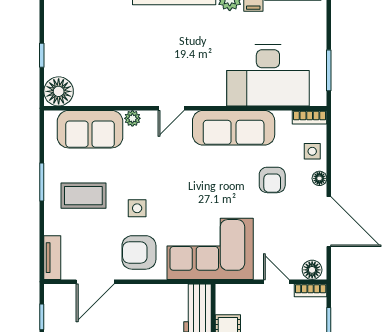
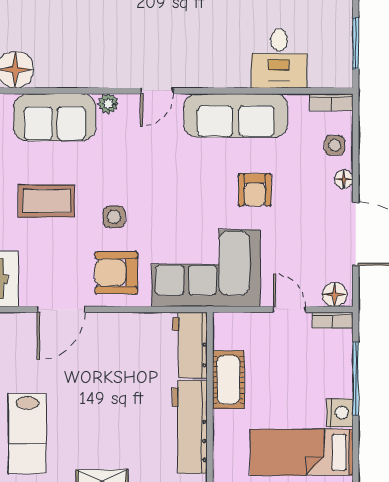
desk: (268, 75) -> (279, 58), width x0.53, depth x0.77
armchair: (272, 180) -> (255, 190), moved

